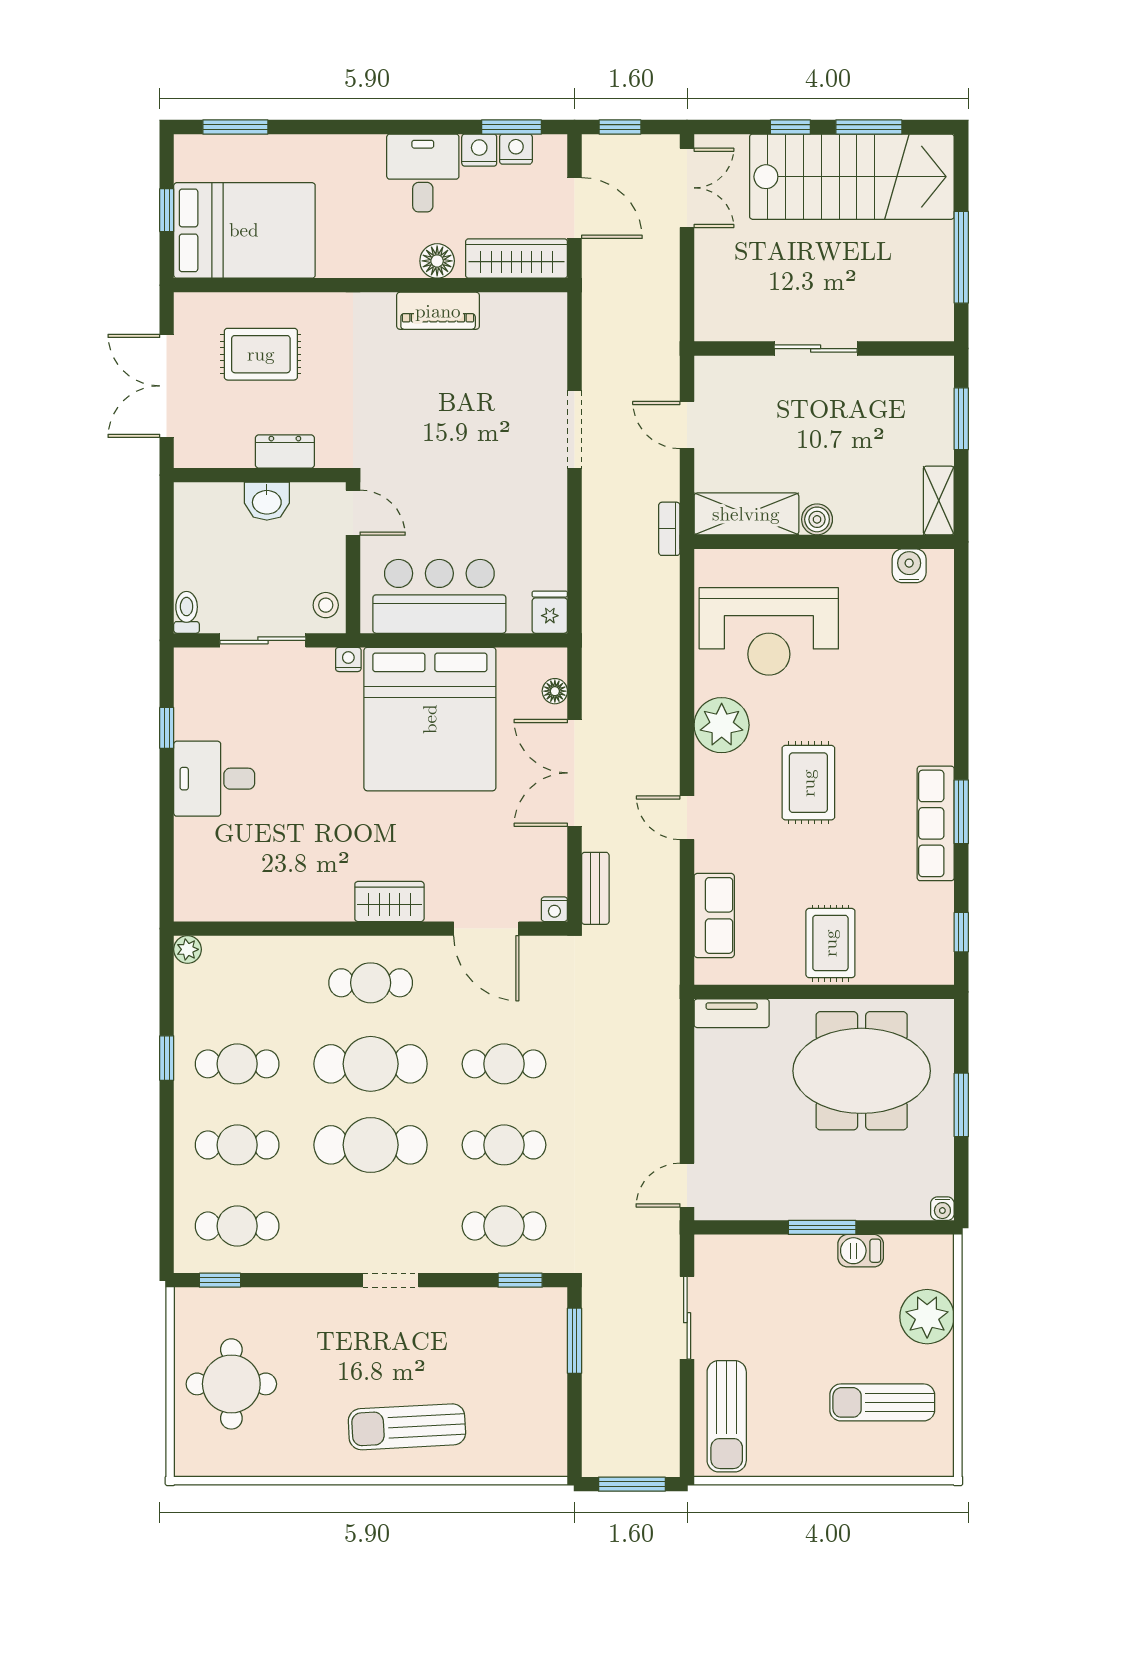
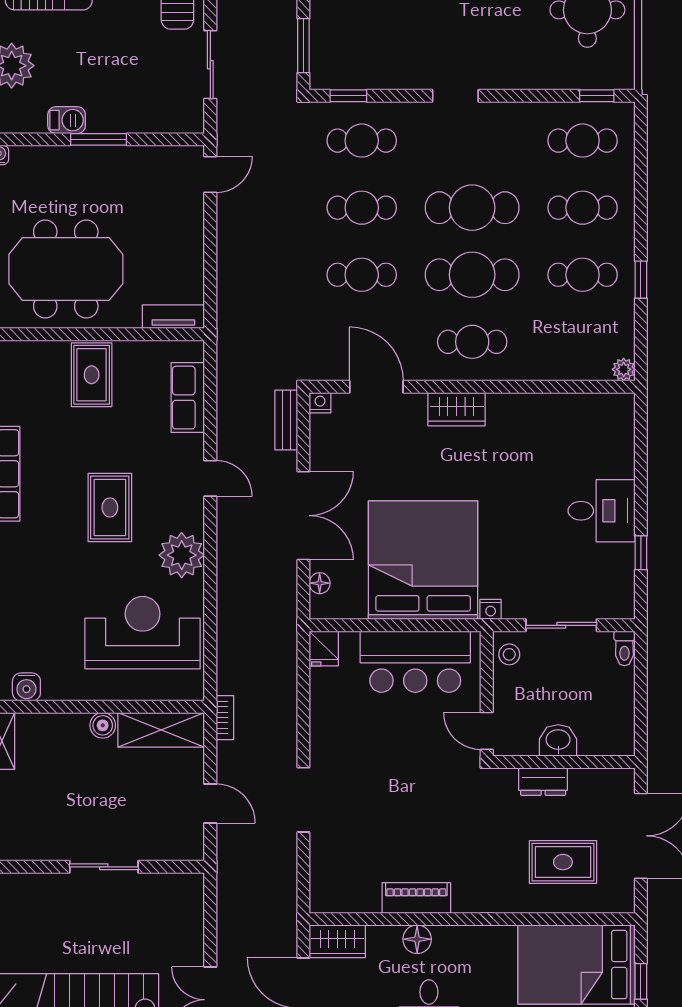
wardrobe: (517, 258) -> (337, 941), width x0.67

